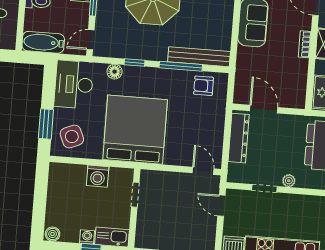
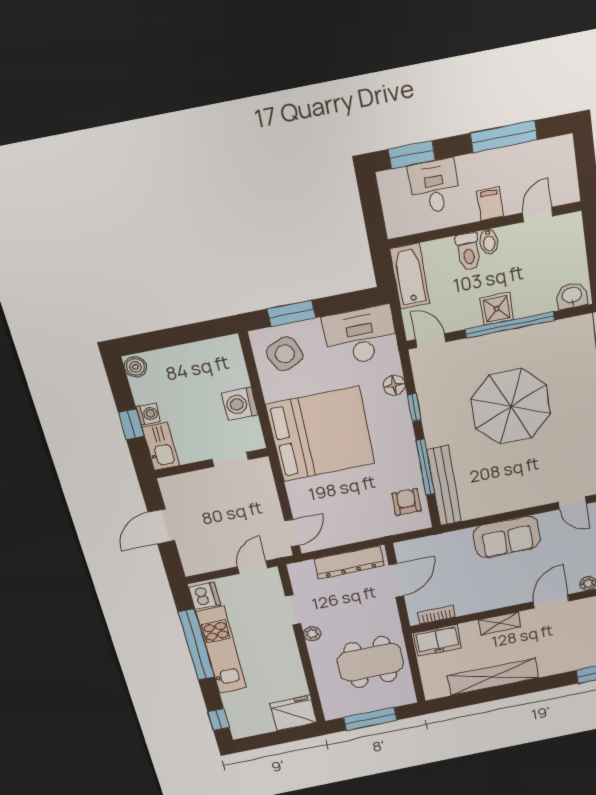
bookcase: (305, 44) -> (437, 615), moved

